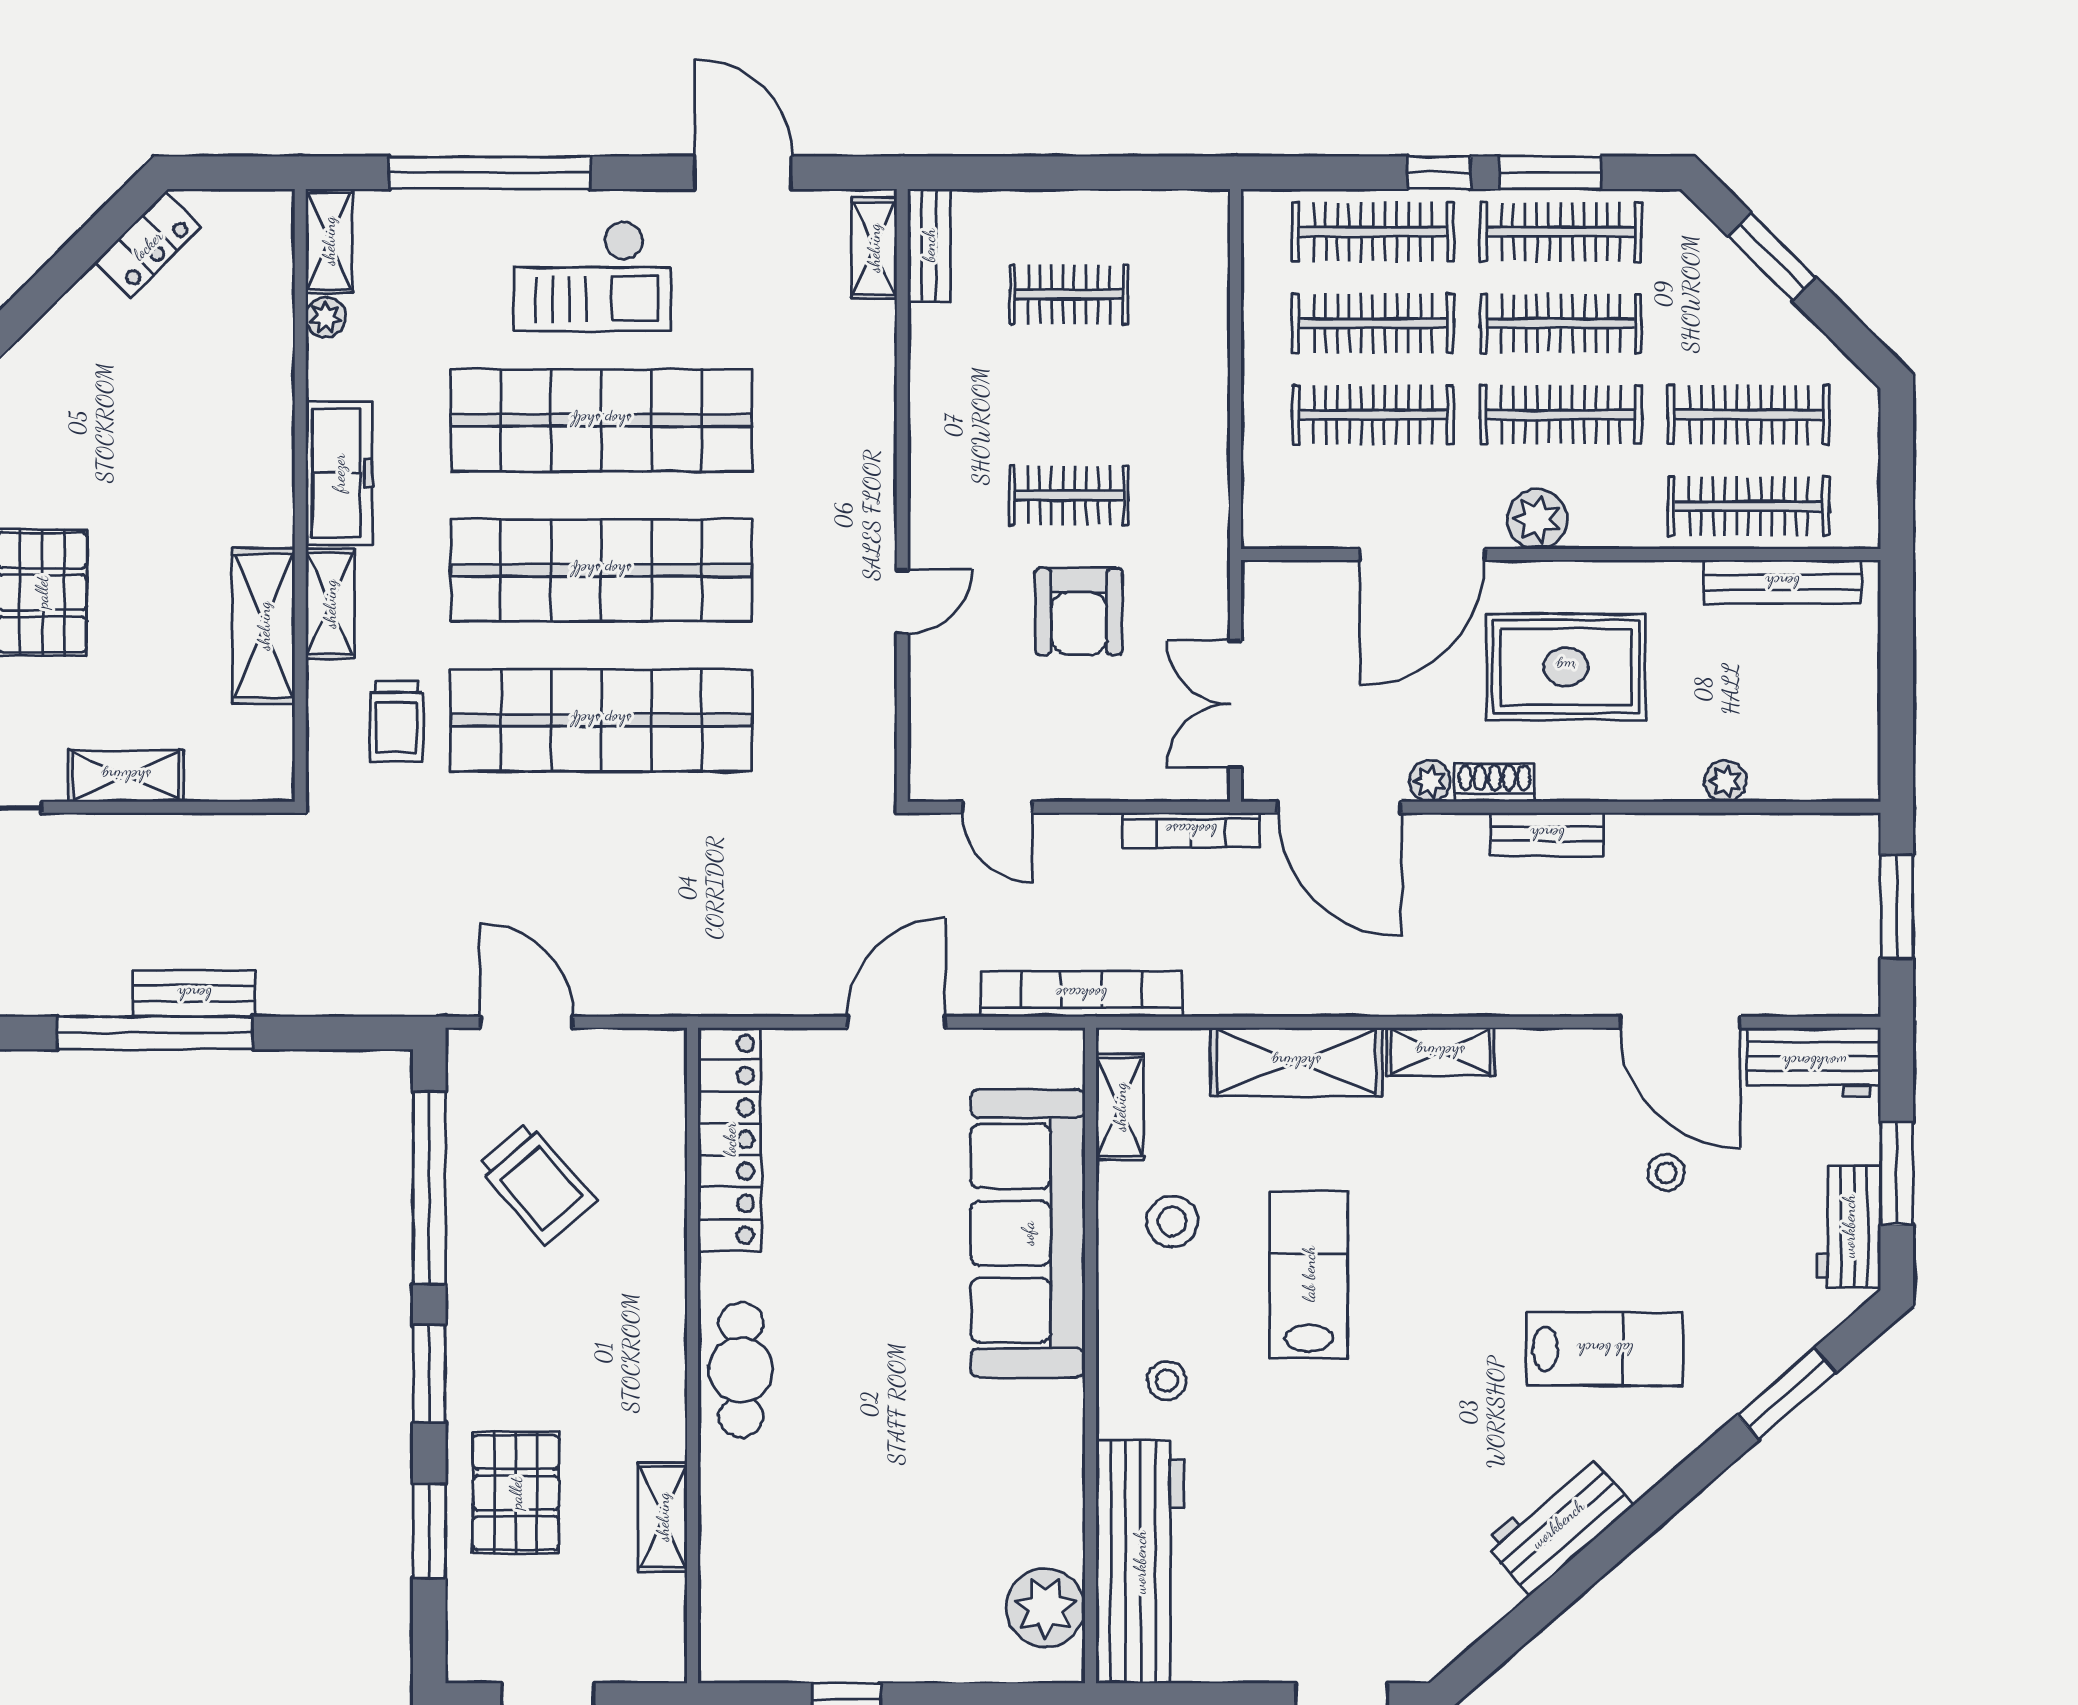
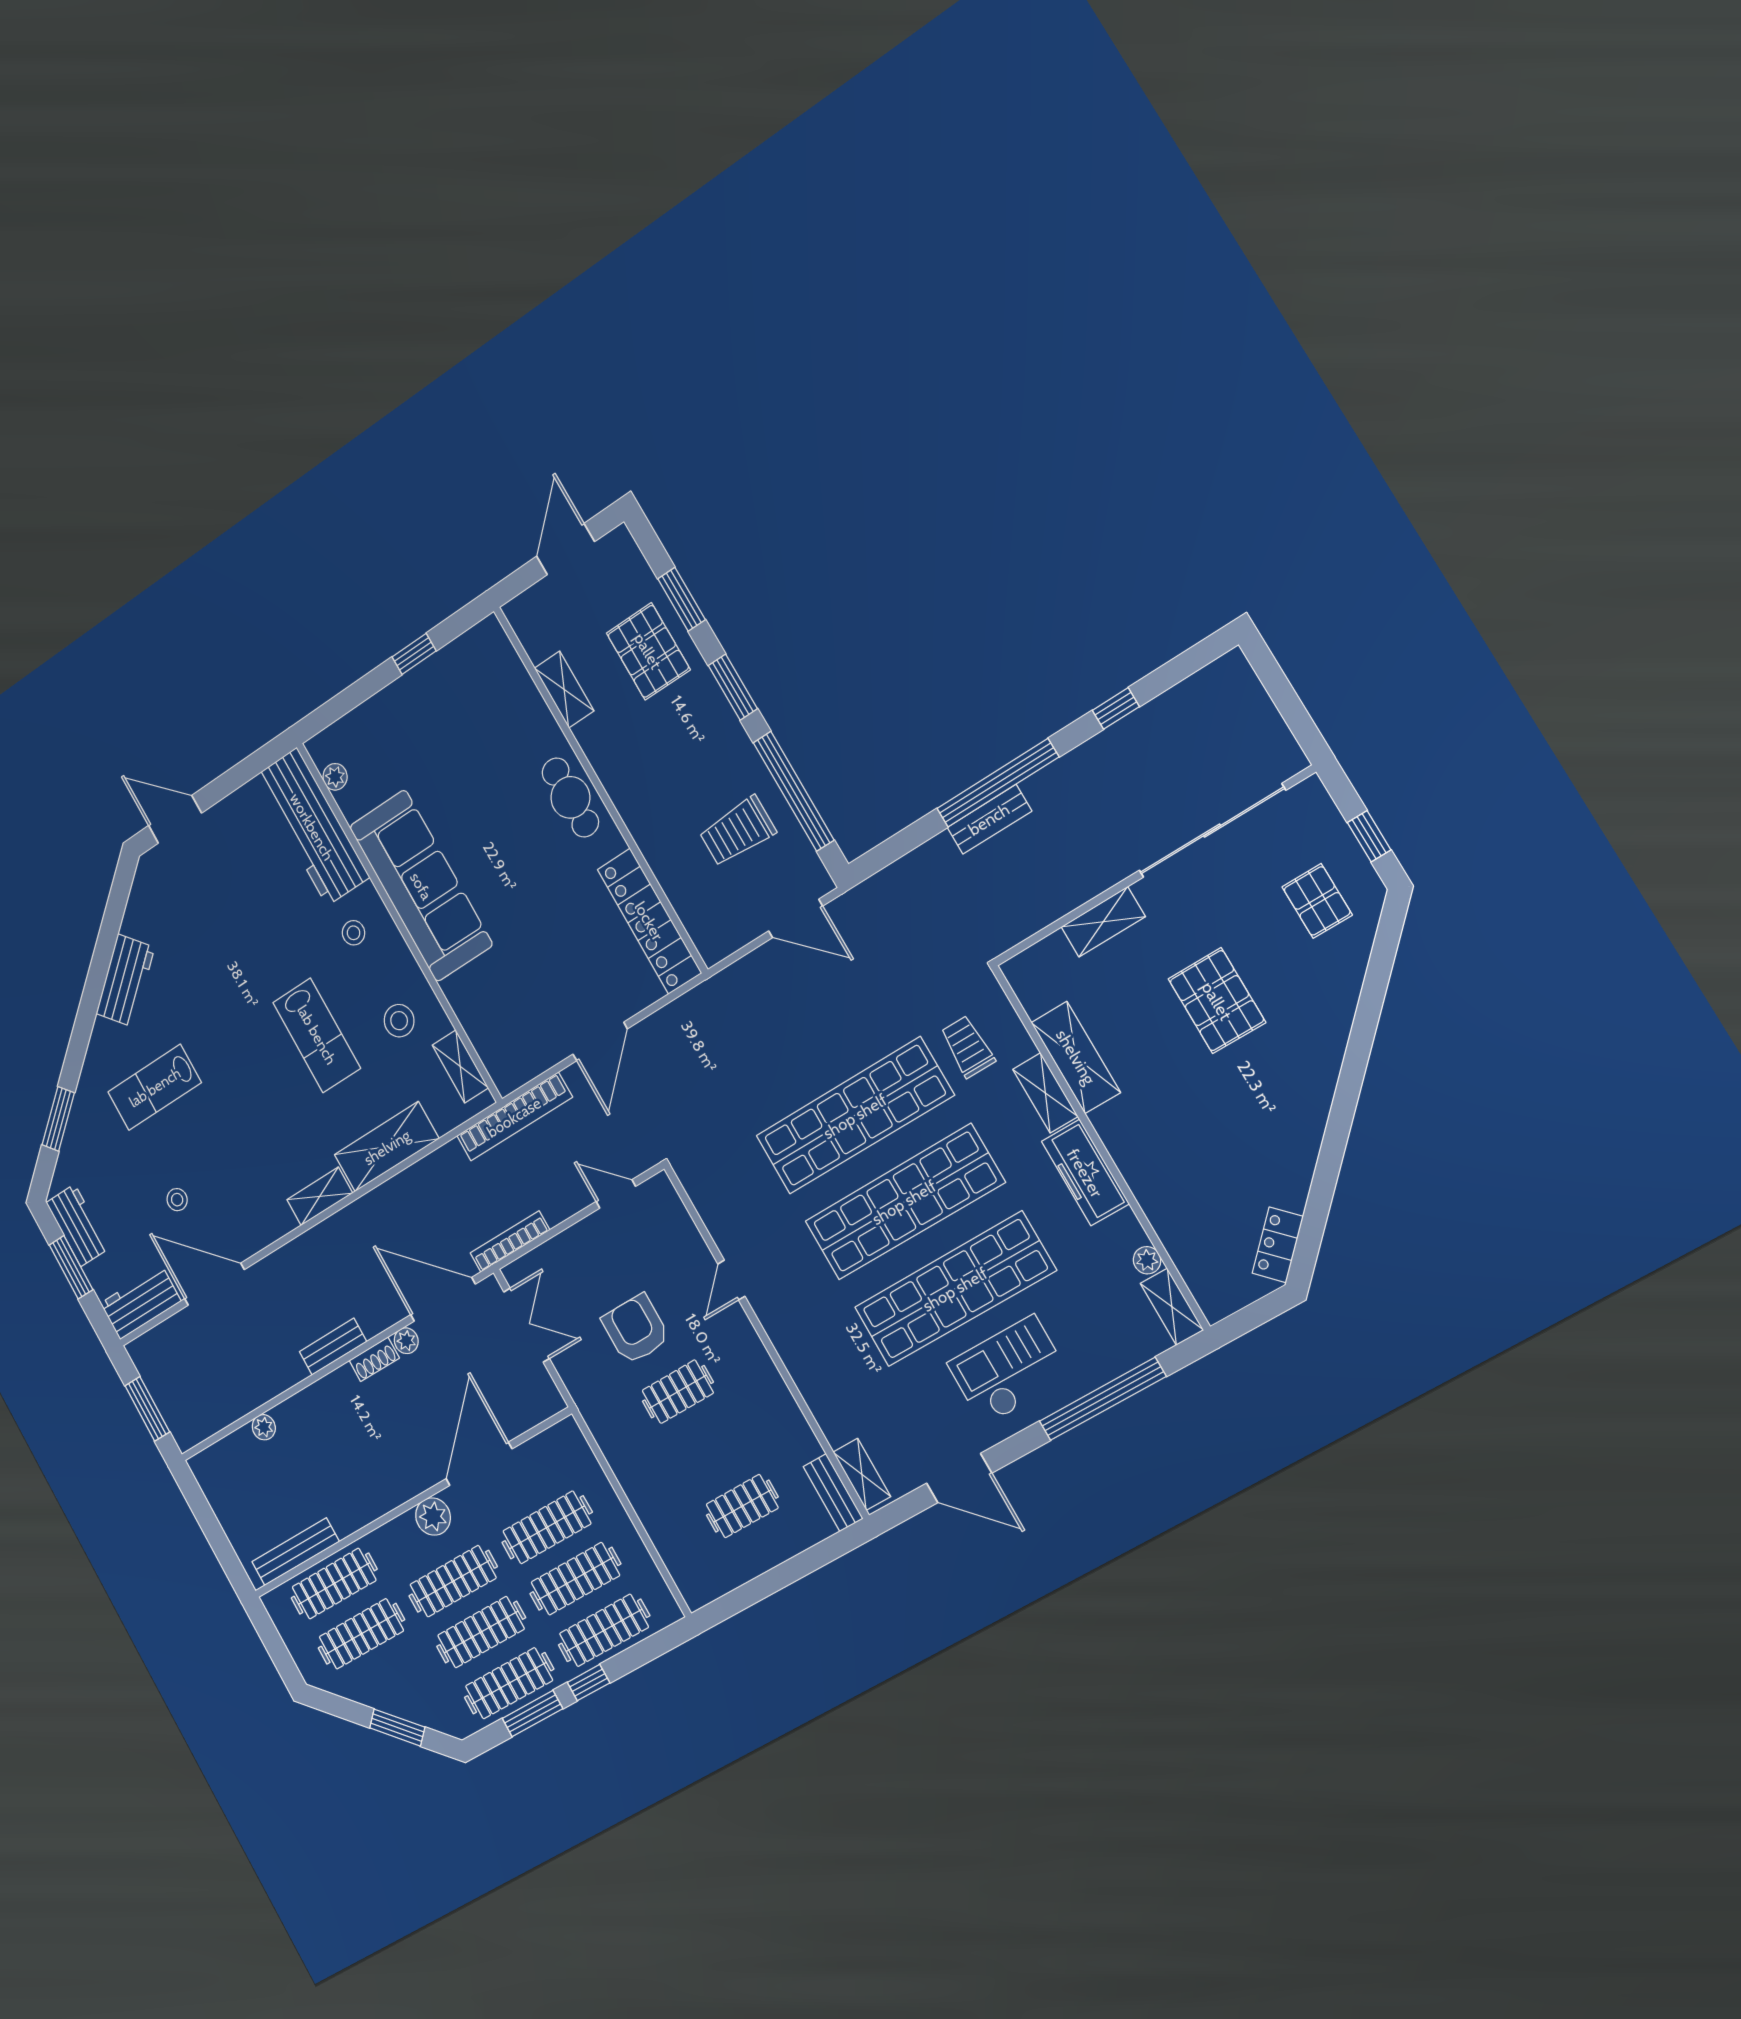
rug: (1566, 667) -> (374, 1444), removed
trolley: (537, 1183) -> (737, 831), turned -49
sofa: (1028, 1233) -> (421, 886), moved
plant: (1046, 1608) -> (335, 777), width x0.53, depth x0.53

